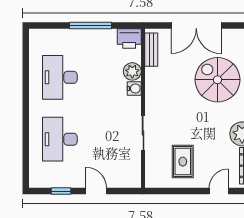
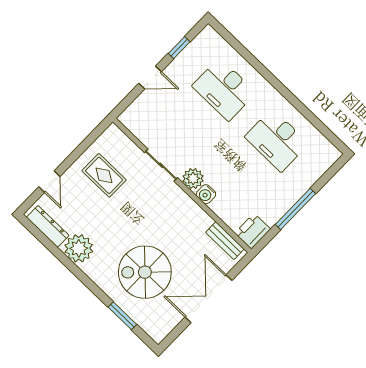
plant: (132, 71) -> (193, 179), moved
desk: (60, 77) -> (277, 140), turned 180
spiral stairs: (217, 80) -> (145, 272), turned 180
desk: (60, 139) -> (224, 89), turned 180

